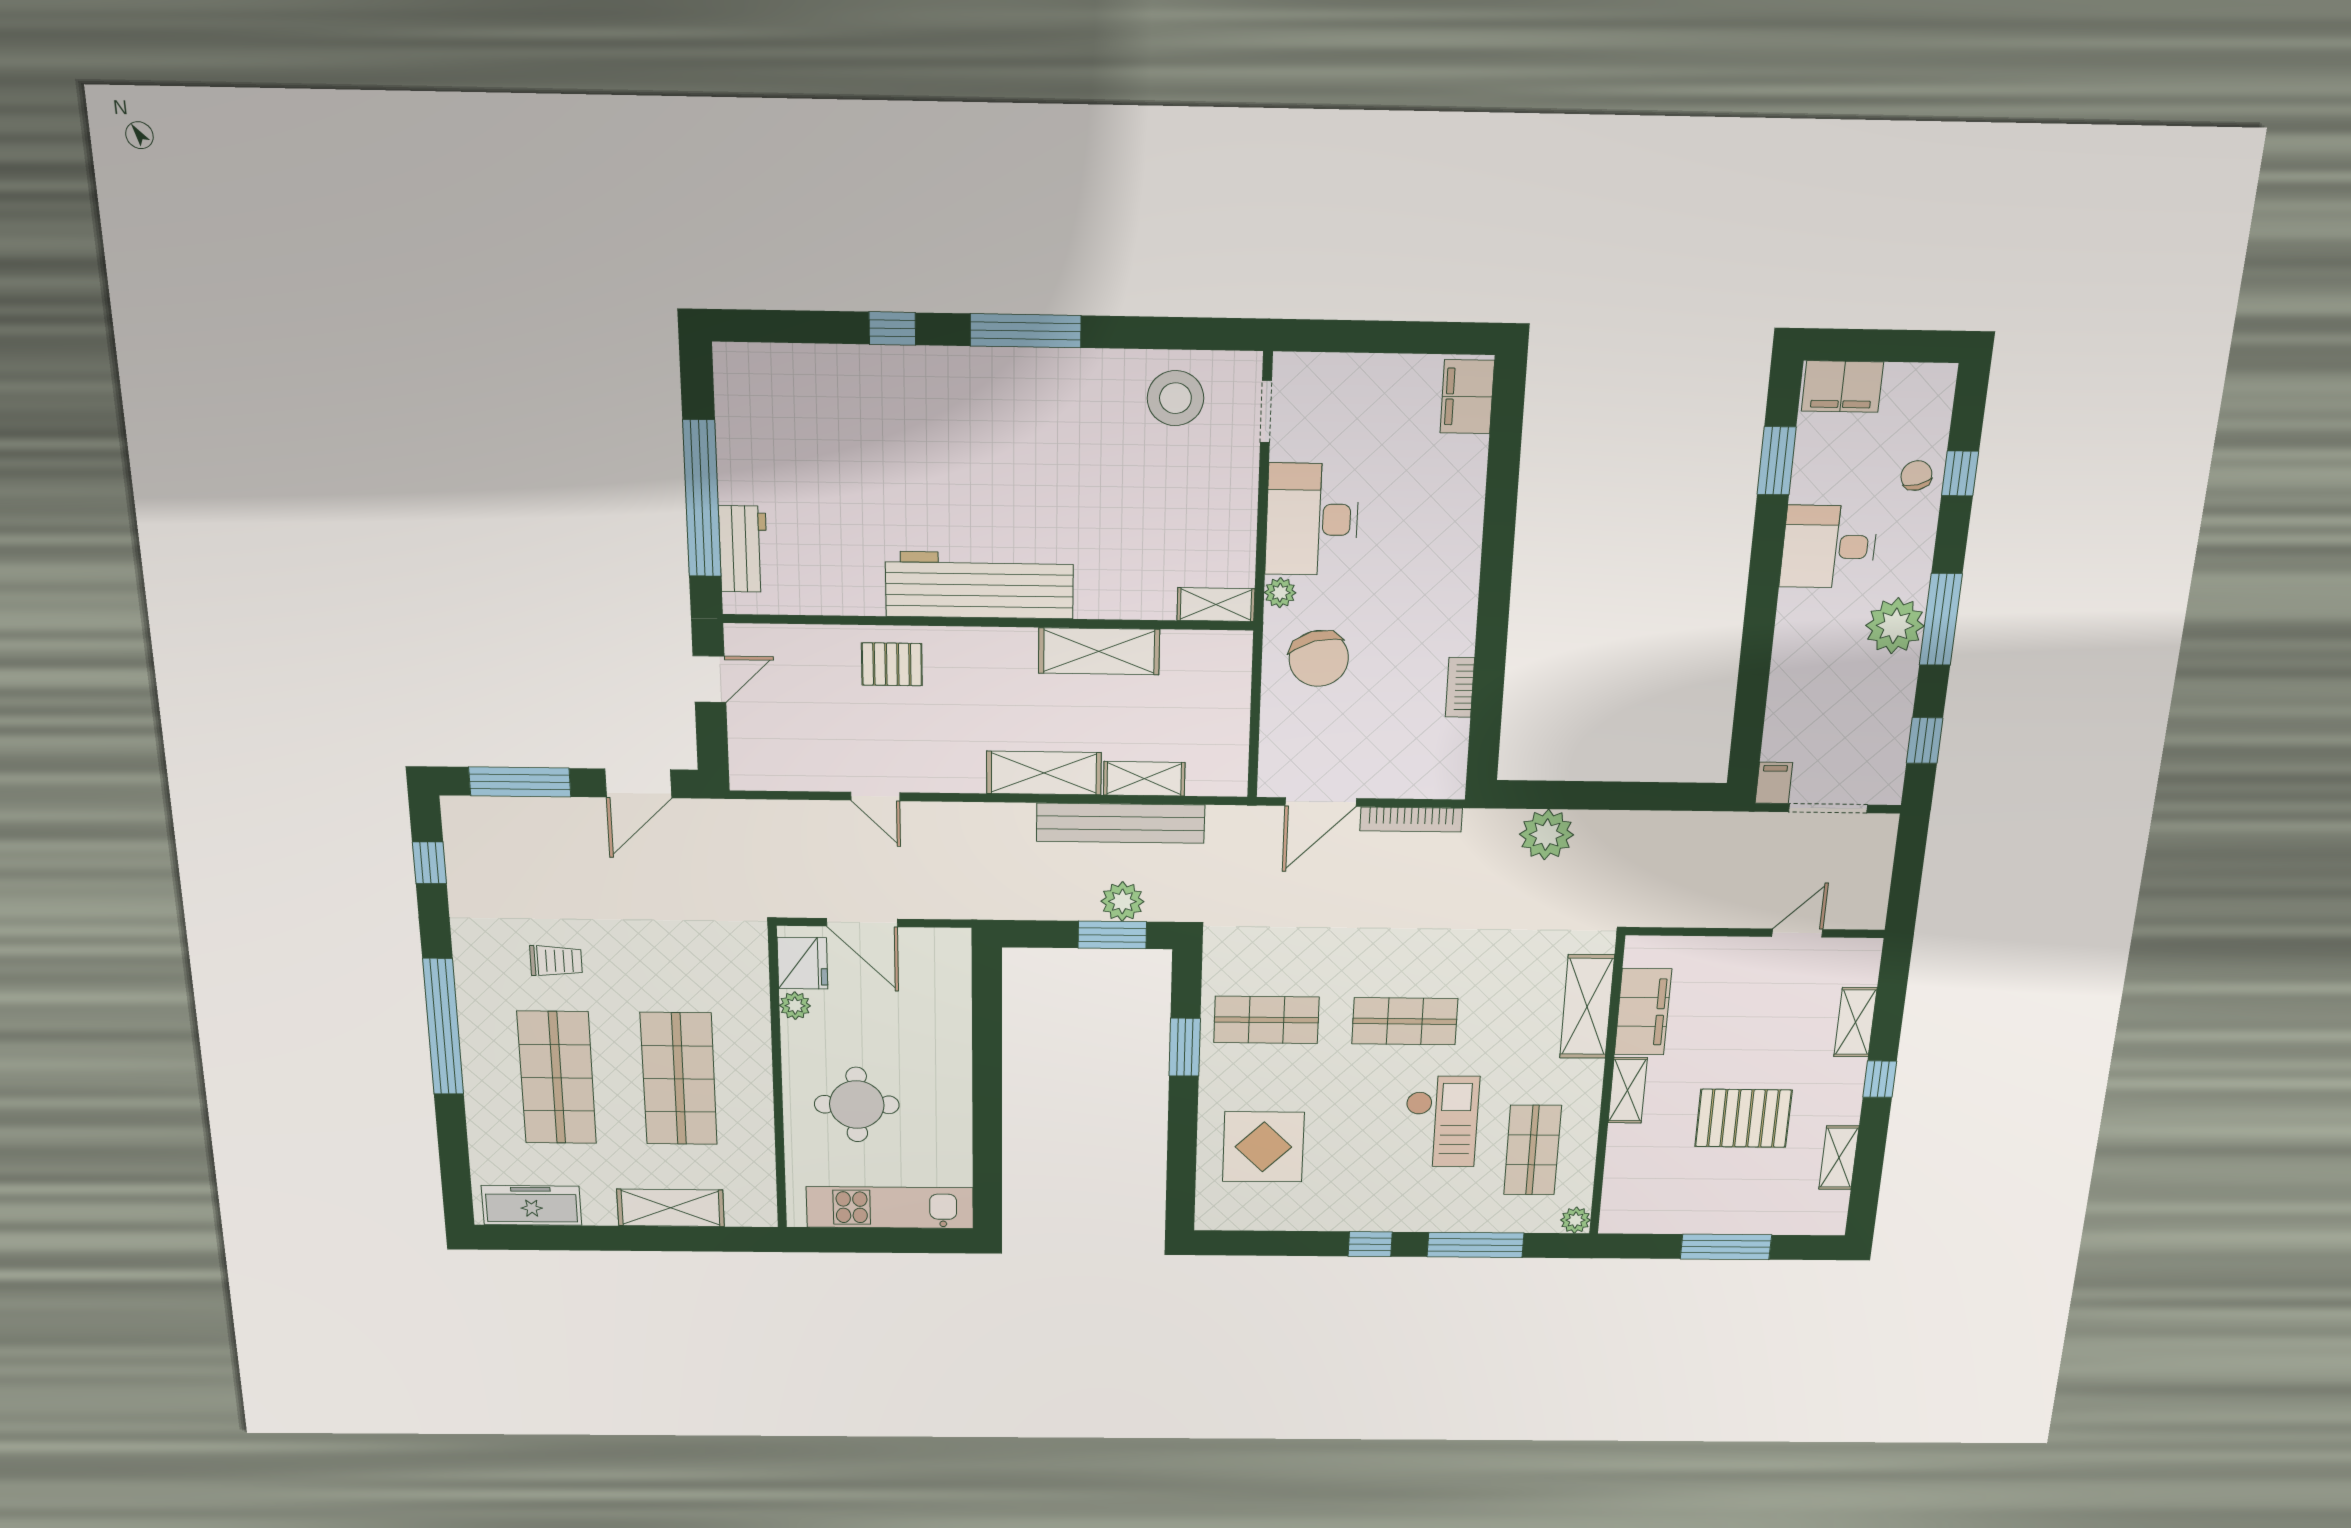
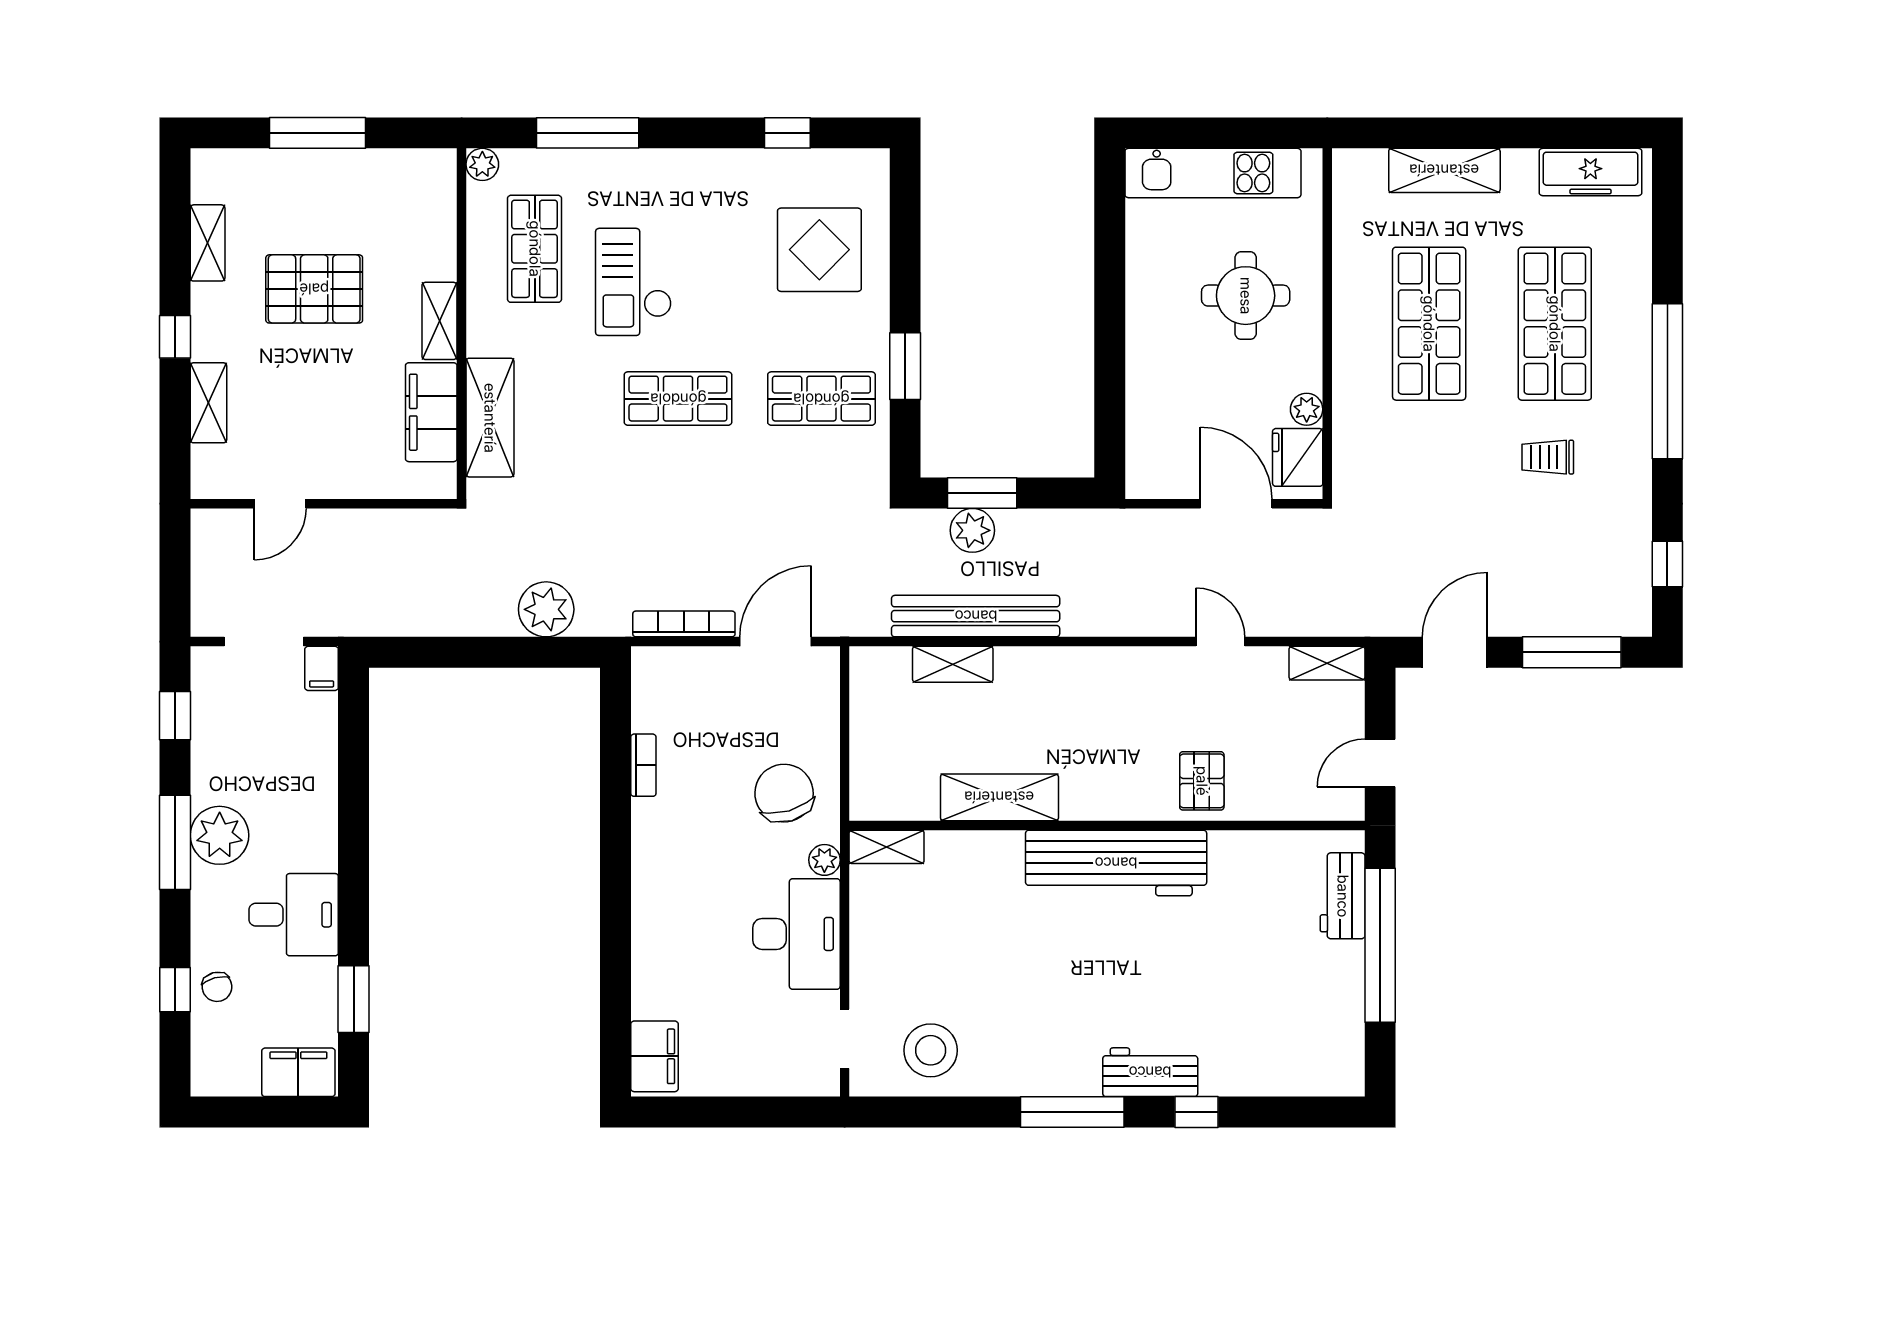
workbench: (942, 371) -> (1150, 1072), added
pallet: (892, 664) -> (1202, 781), turned 90
shelving: (1044, 773) -> (1327, 663), moved, width x0.67, depth x0.75
window: (1370, 1244) -> (787, 133), moved

